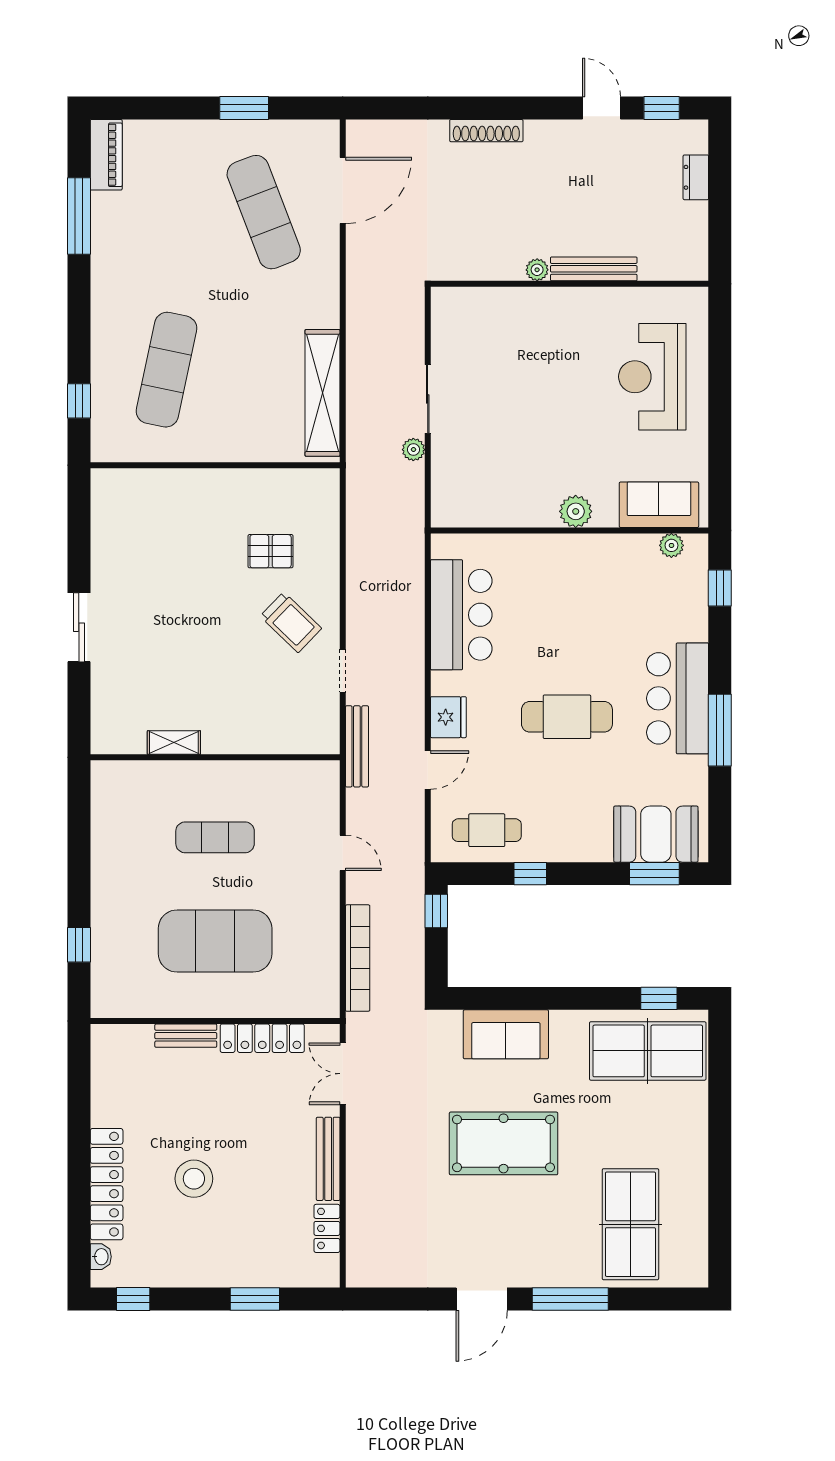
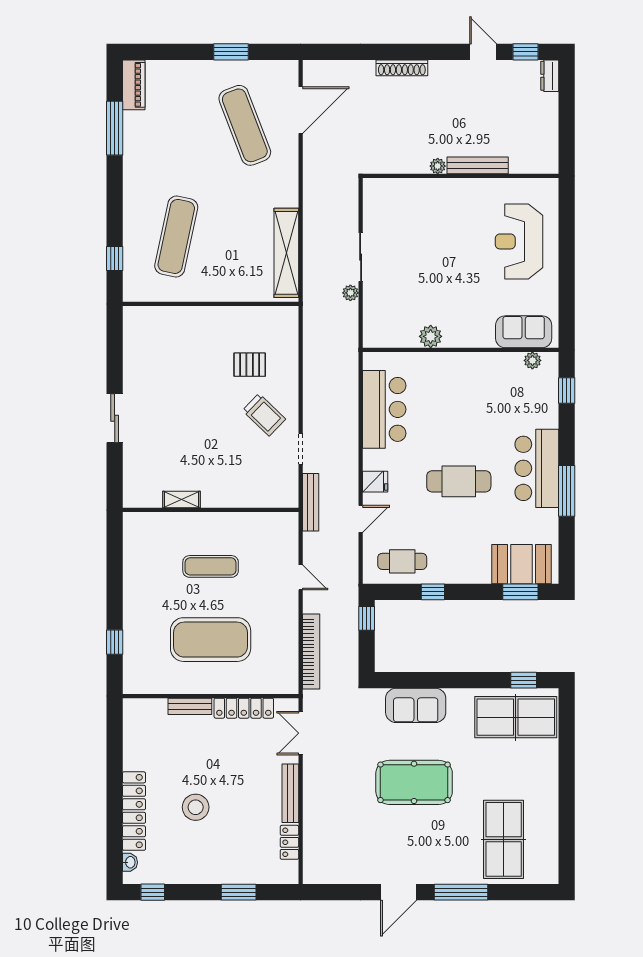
dresser: (696, 177) -> (550, 76), moved
plant: (576, 511) -> (431, 336), moved
fridge: (448, 717) -> (375, 482), width x0.72

